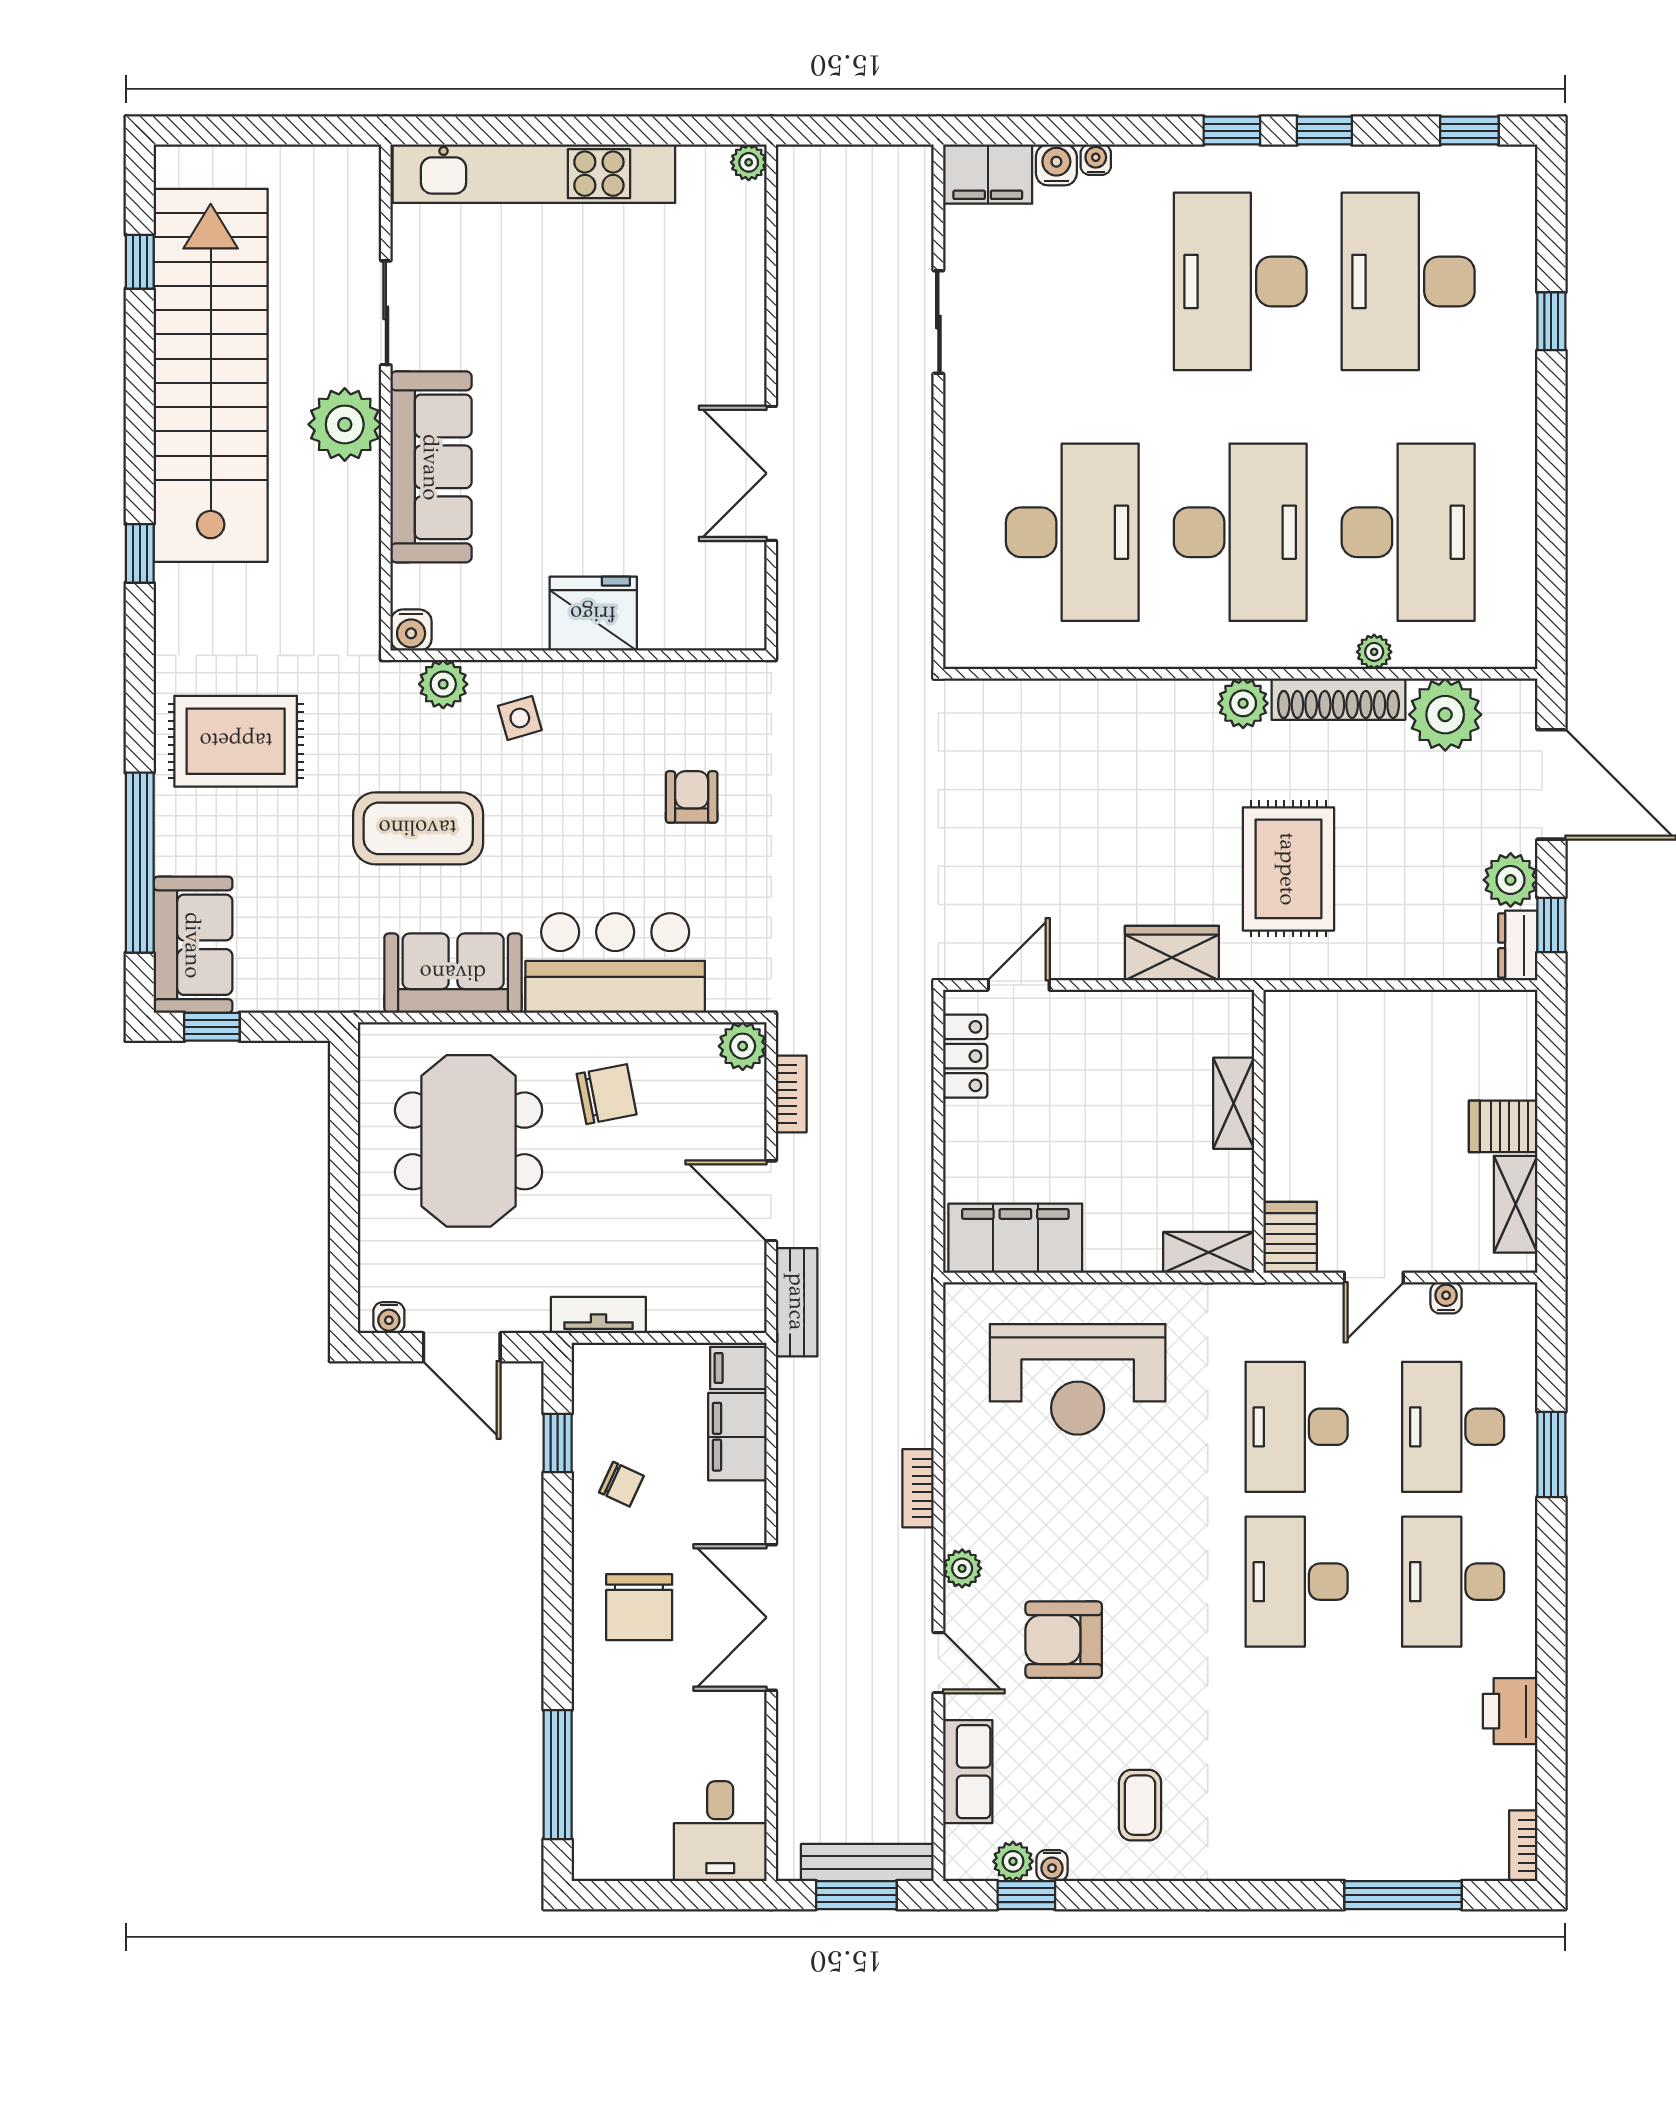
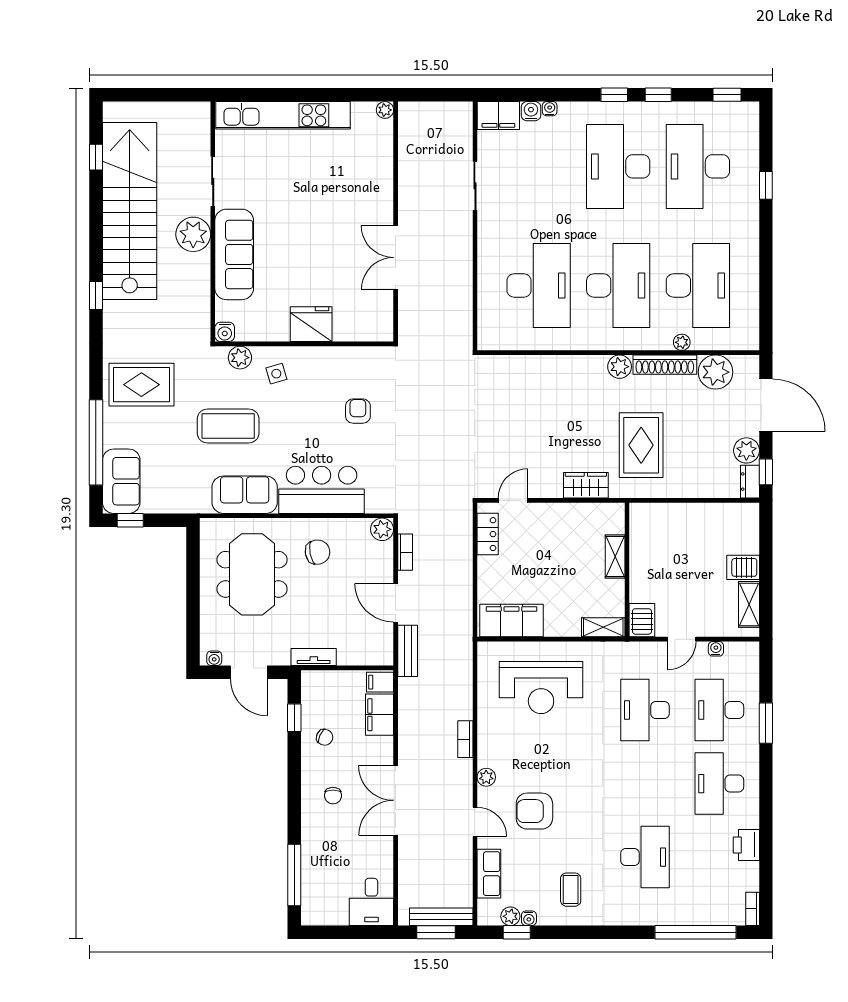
desk: (1297, 1582) -> (645, 857), moved, turned 180
chair: (639, 1607) -> (333, 796), width x0.54, depth x0.54
window: (1403, 1895) -> (695, 932), width x1.46

